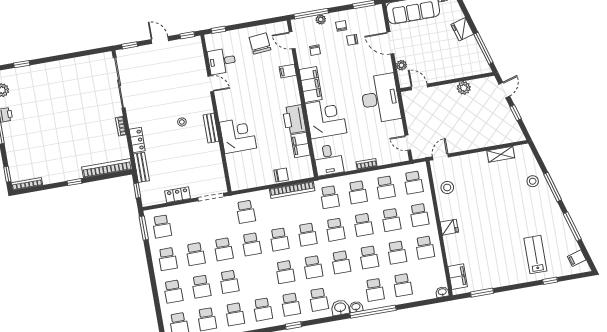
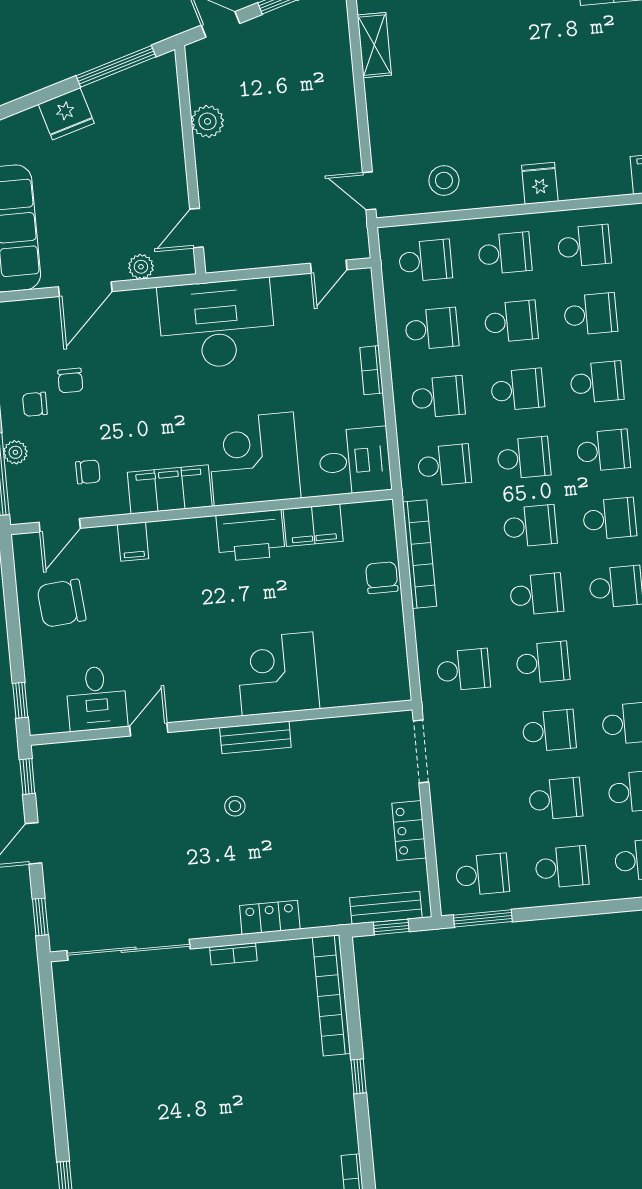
bench: (141, 167) -> (386, 908), moved

